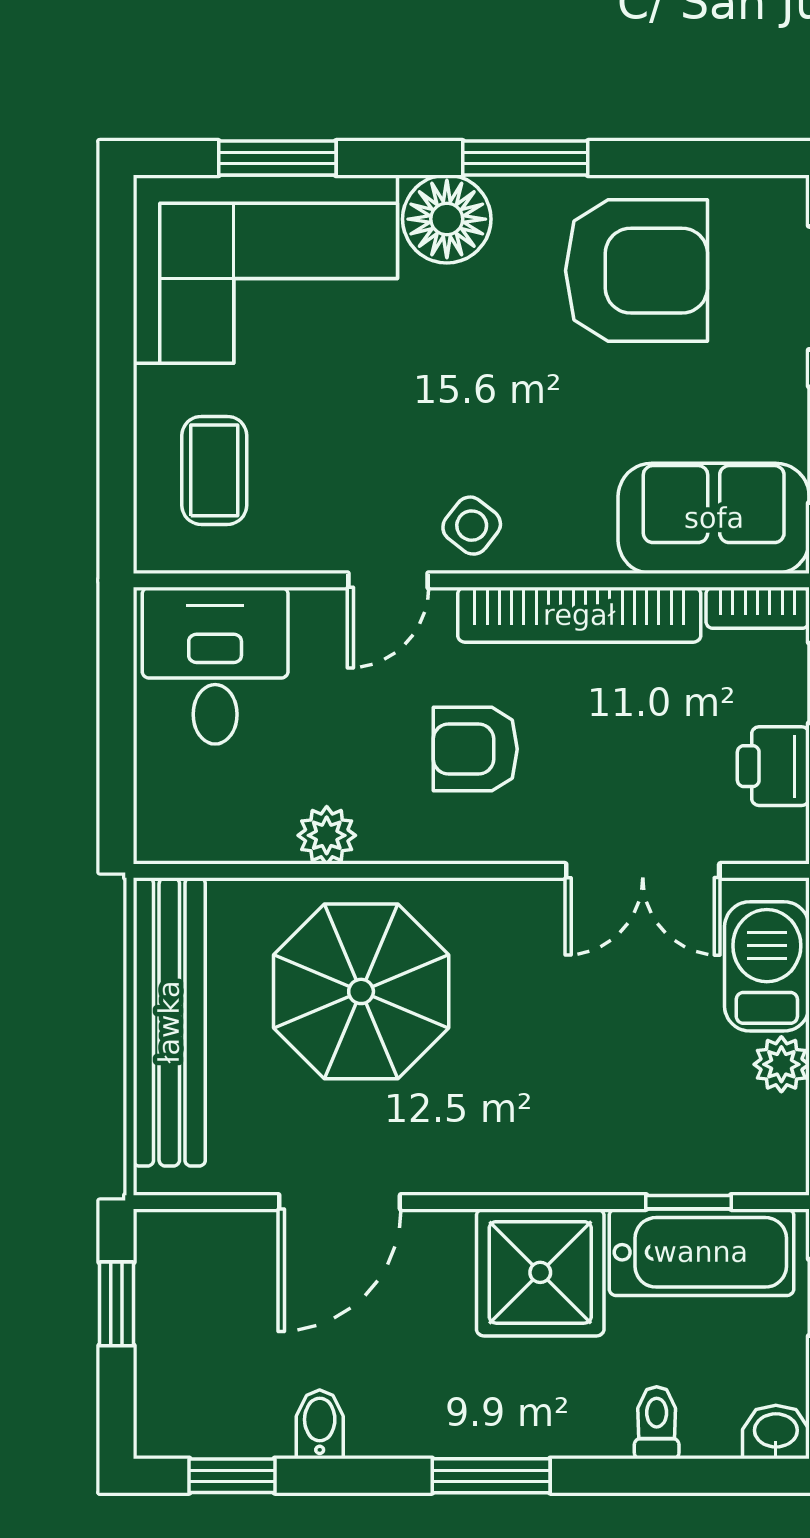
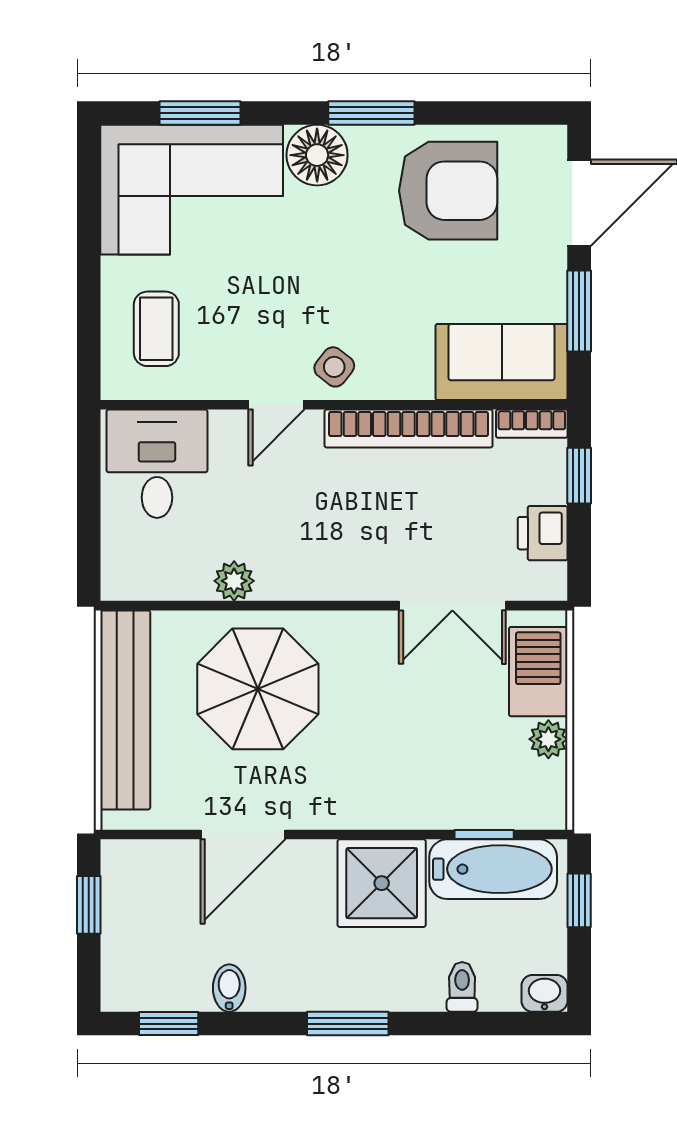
armchair: (475, 749) -> (337, 521), removed

